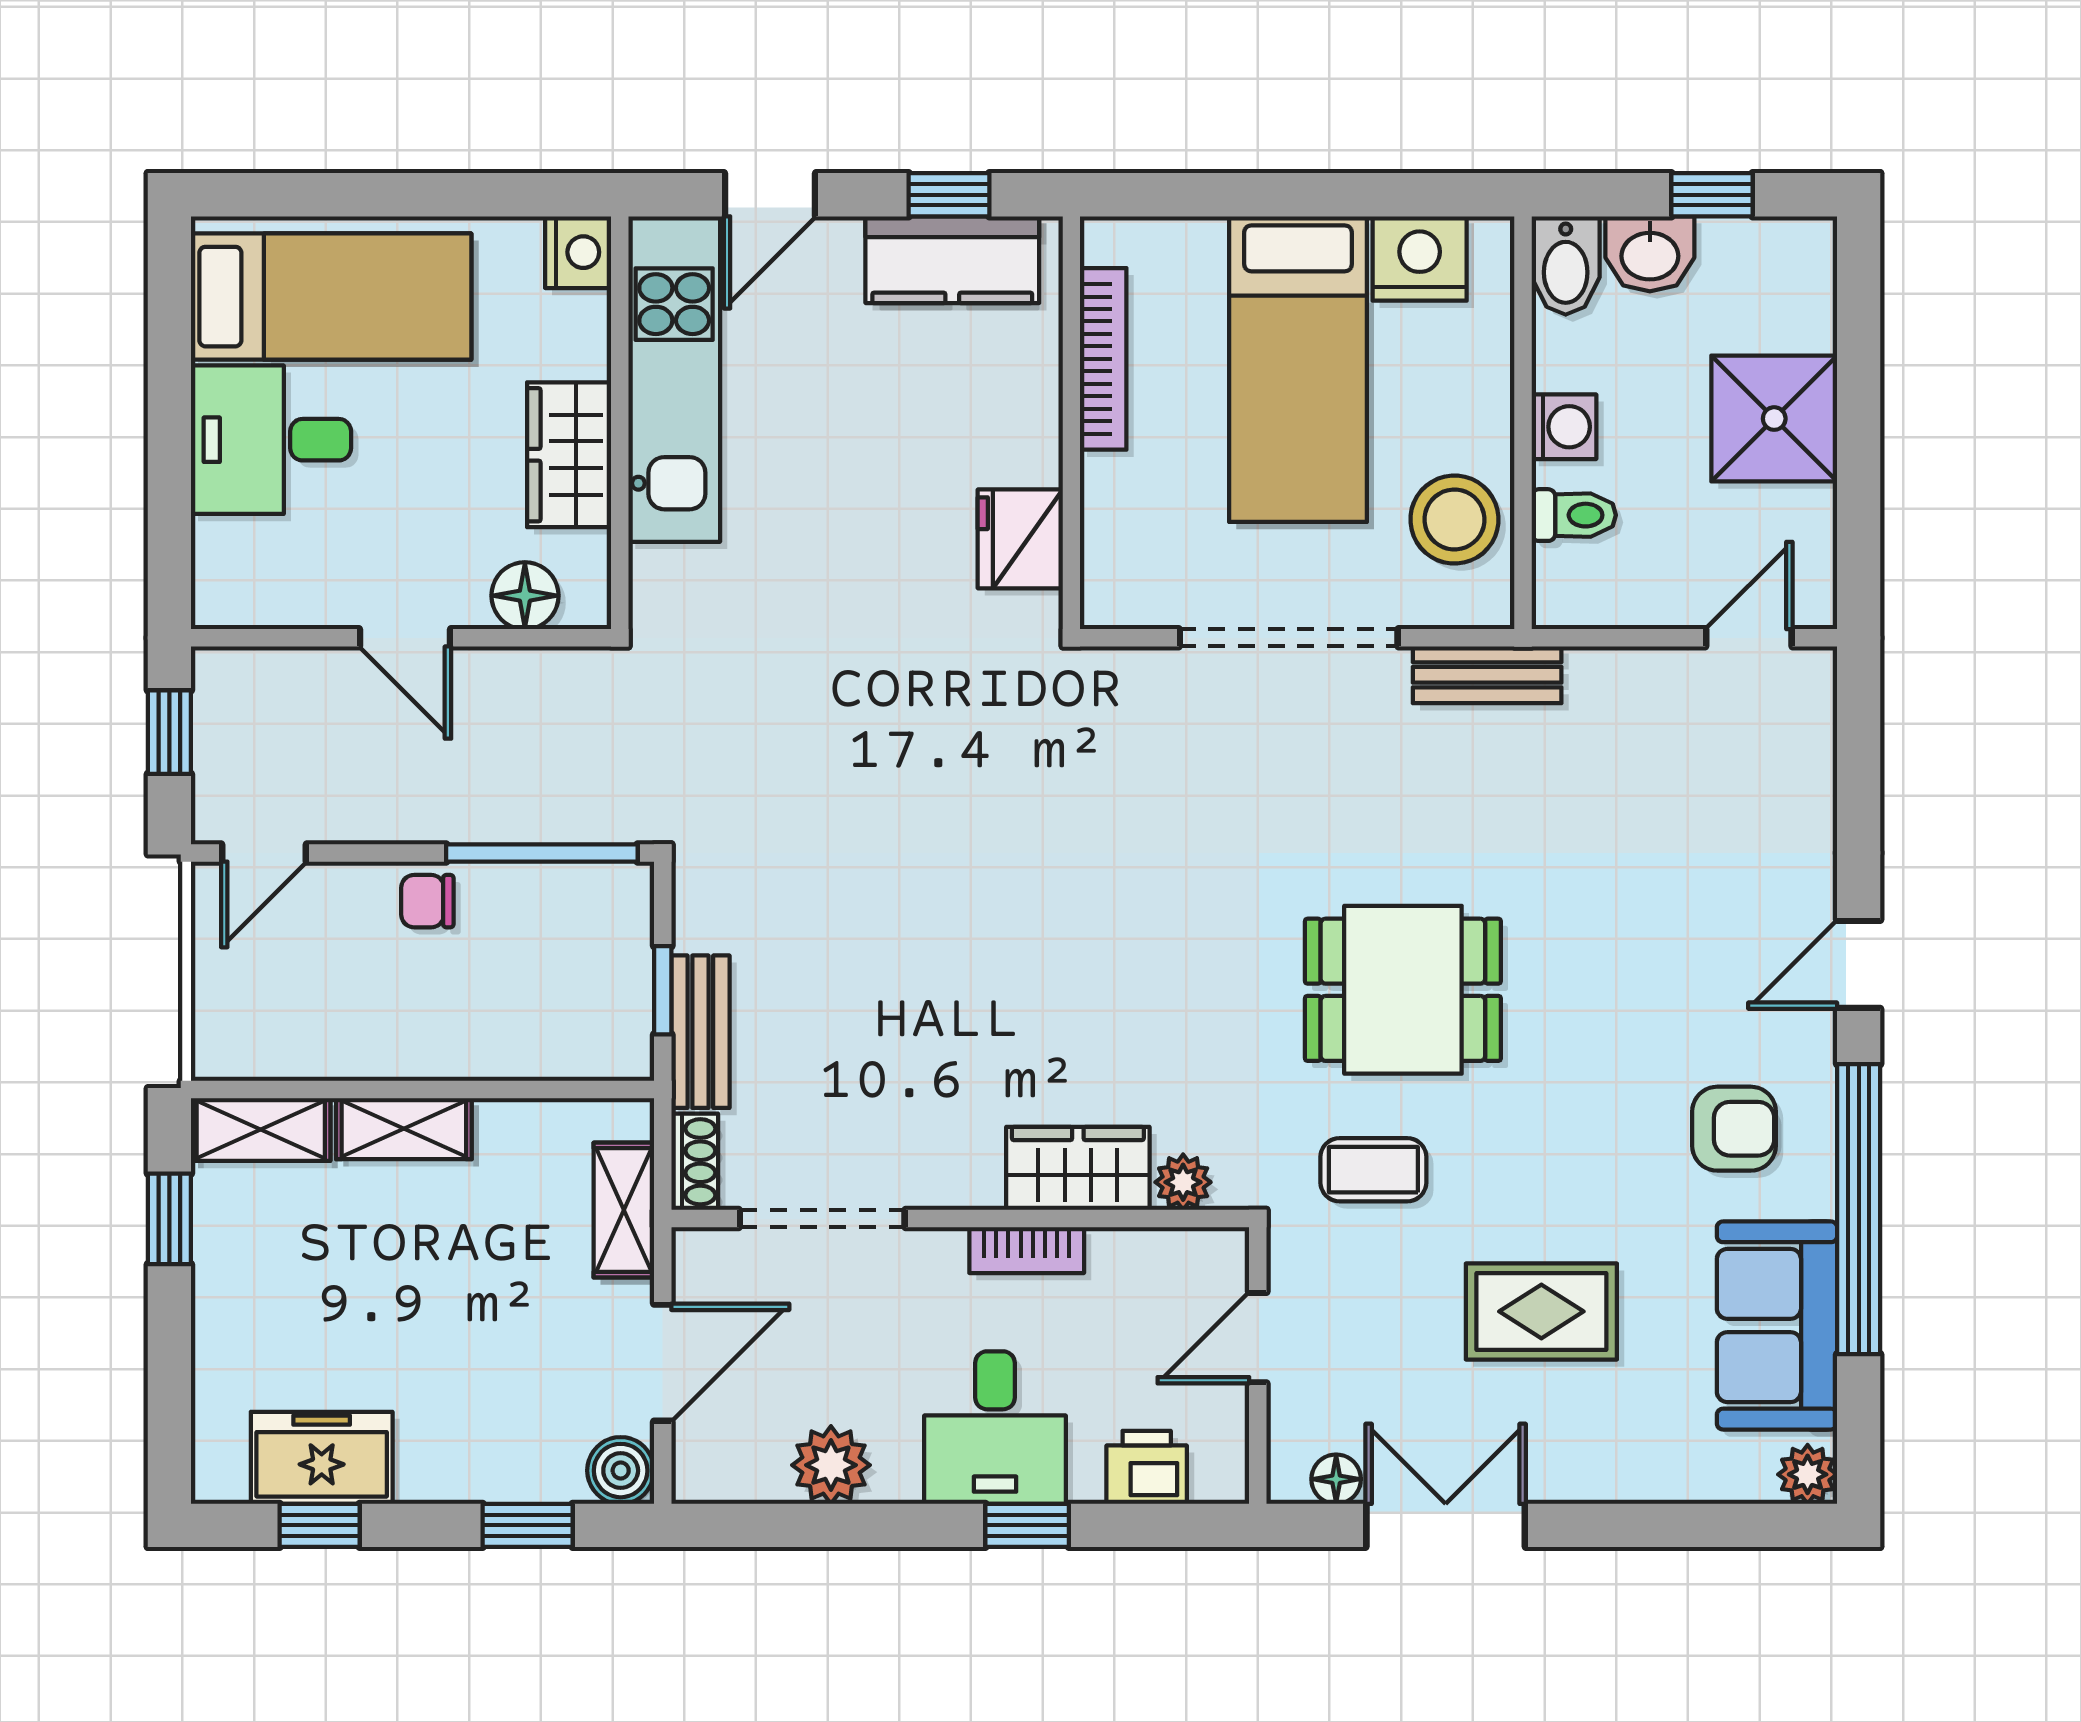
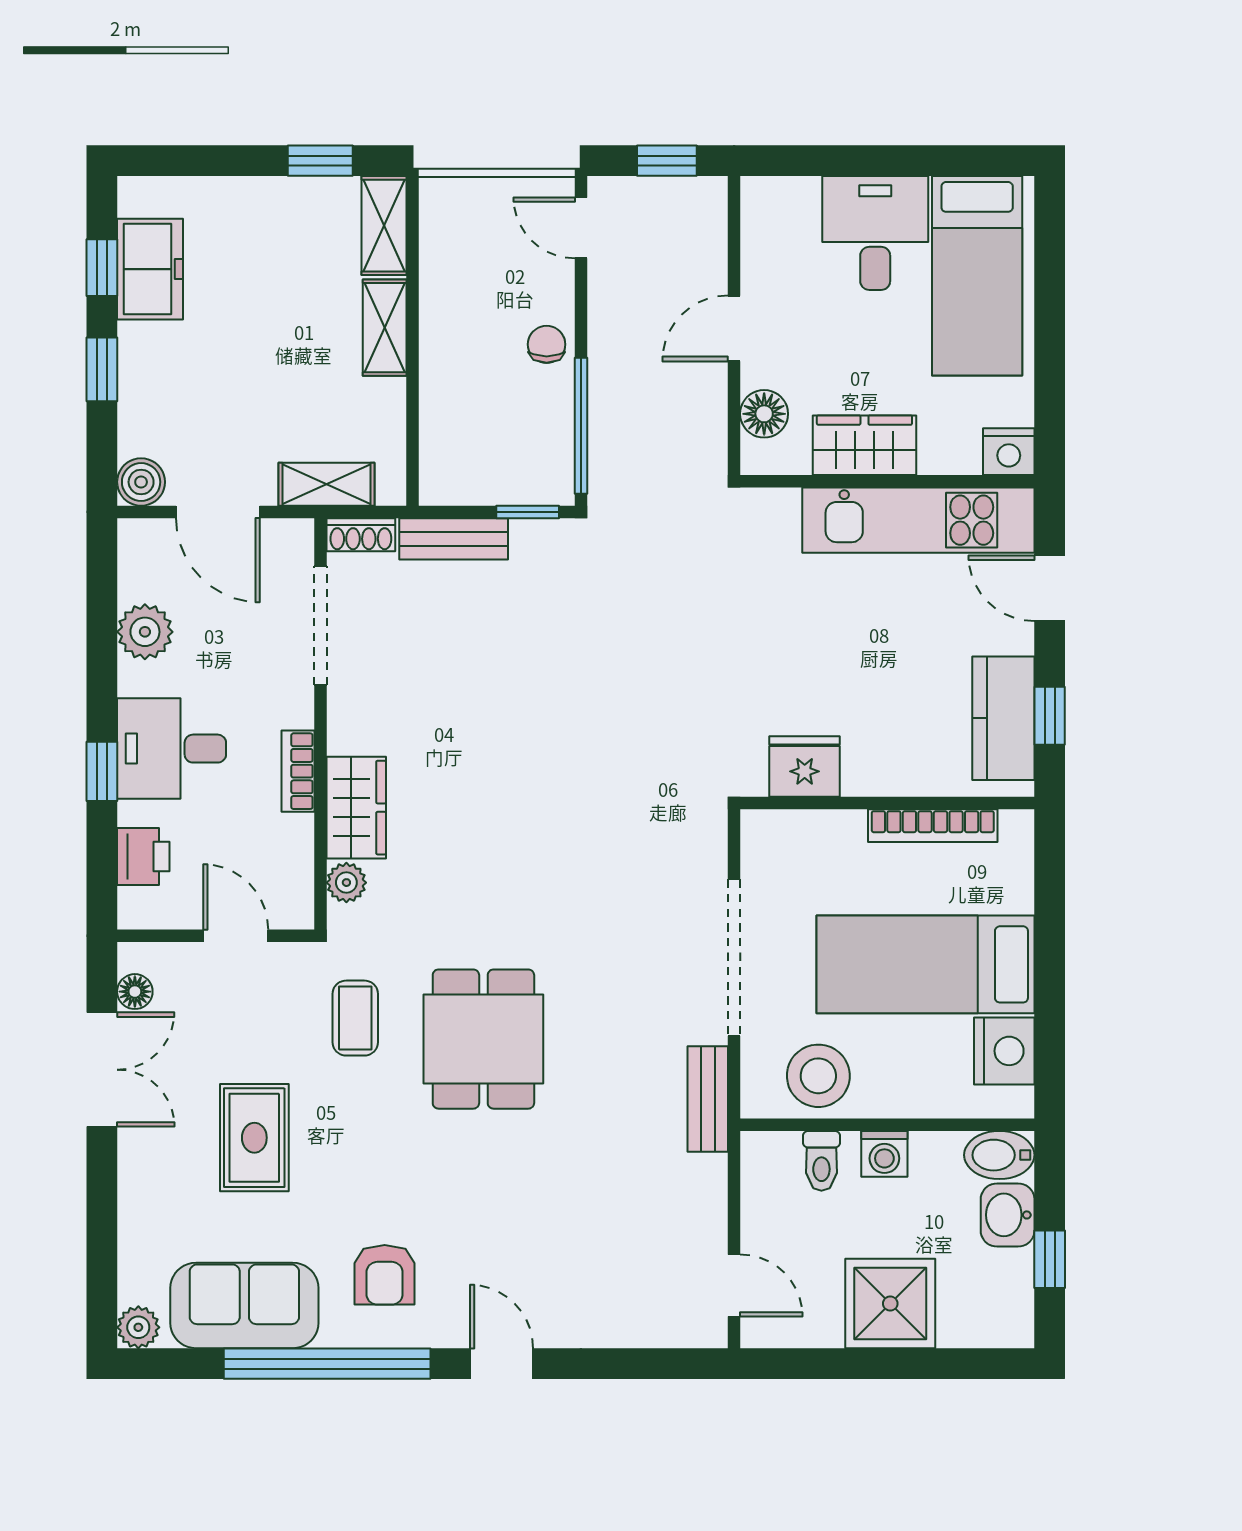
window: (663, 990) -> (528, 512), moved
window: (528, 1525) -> (102, 369), moved

